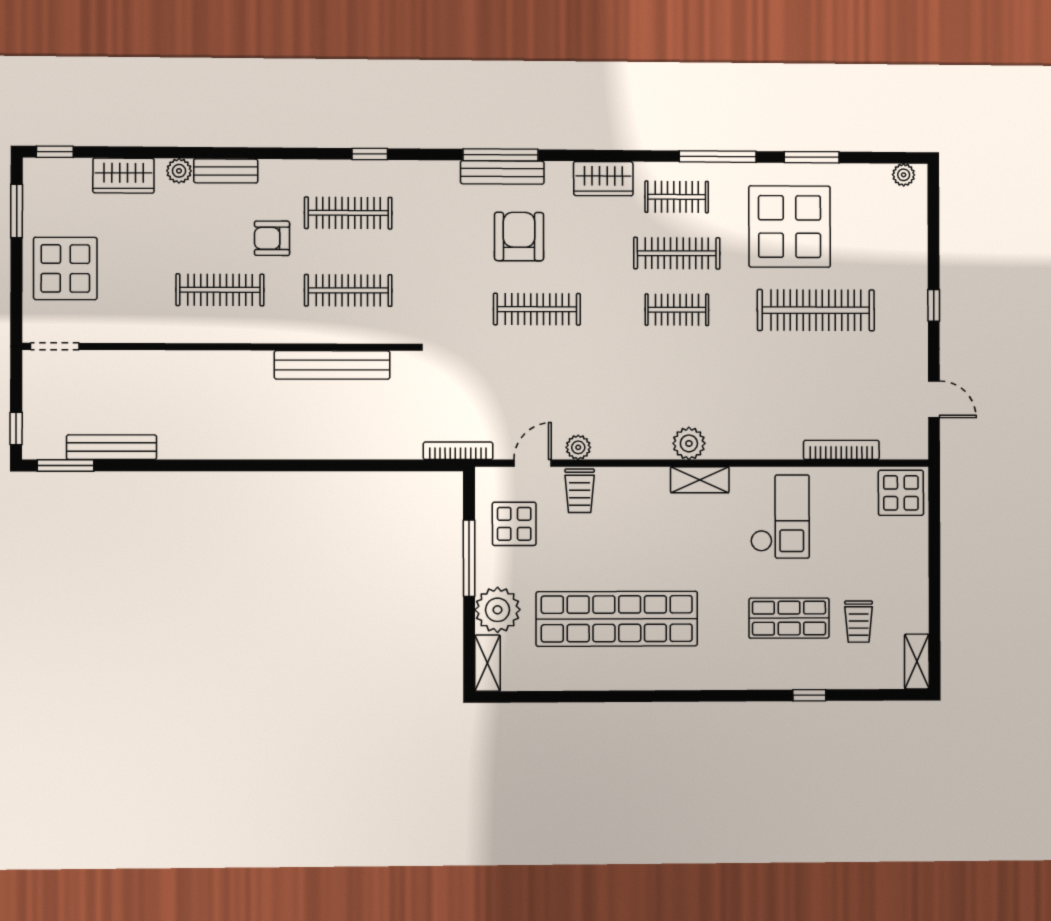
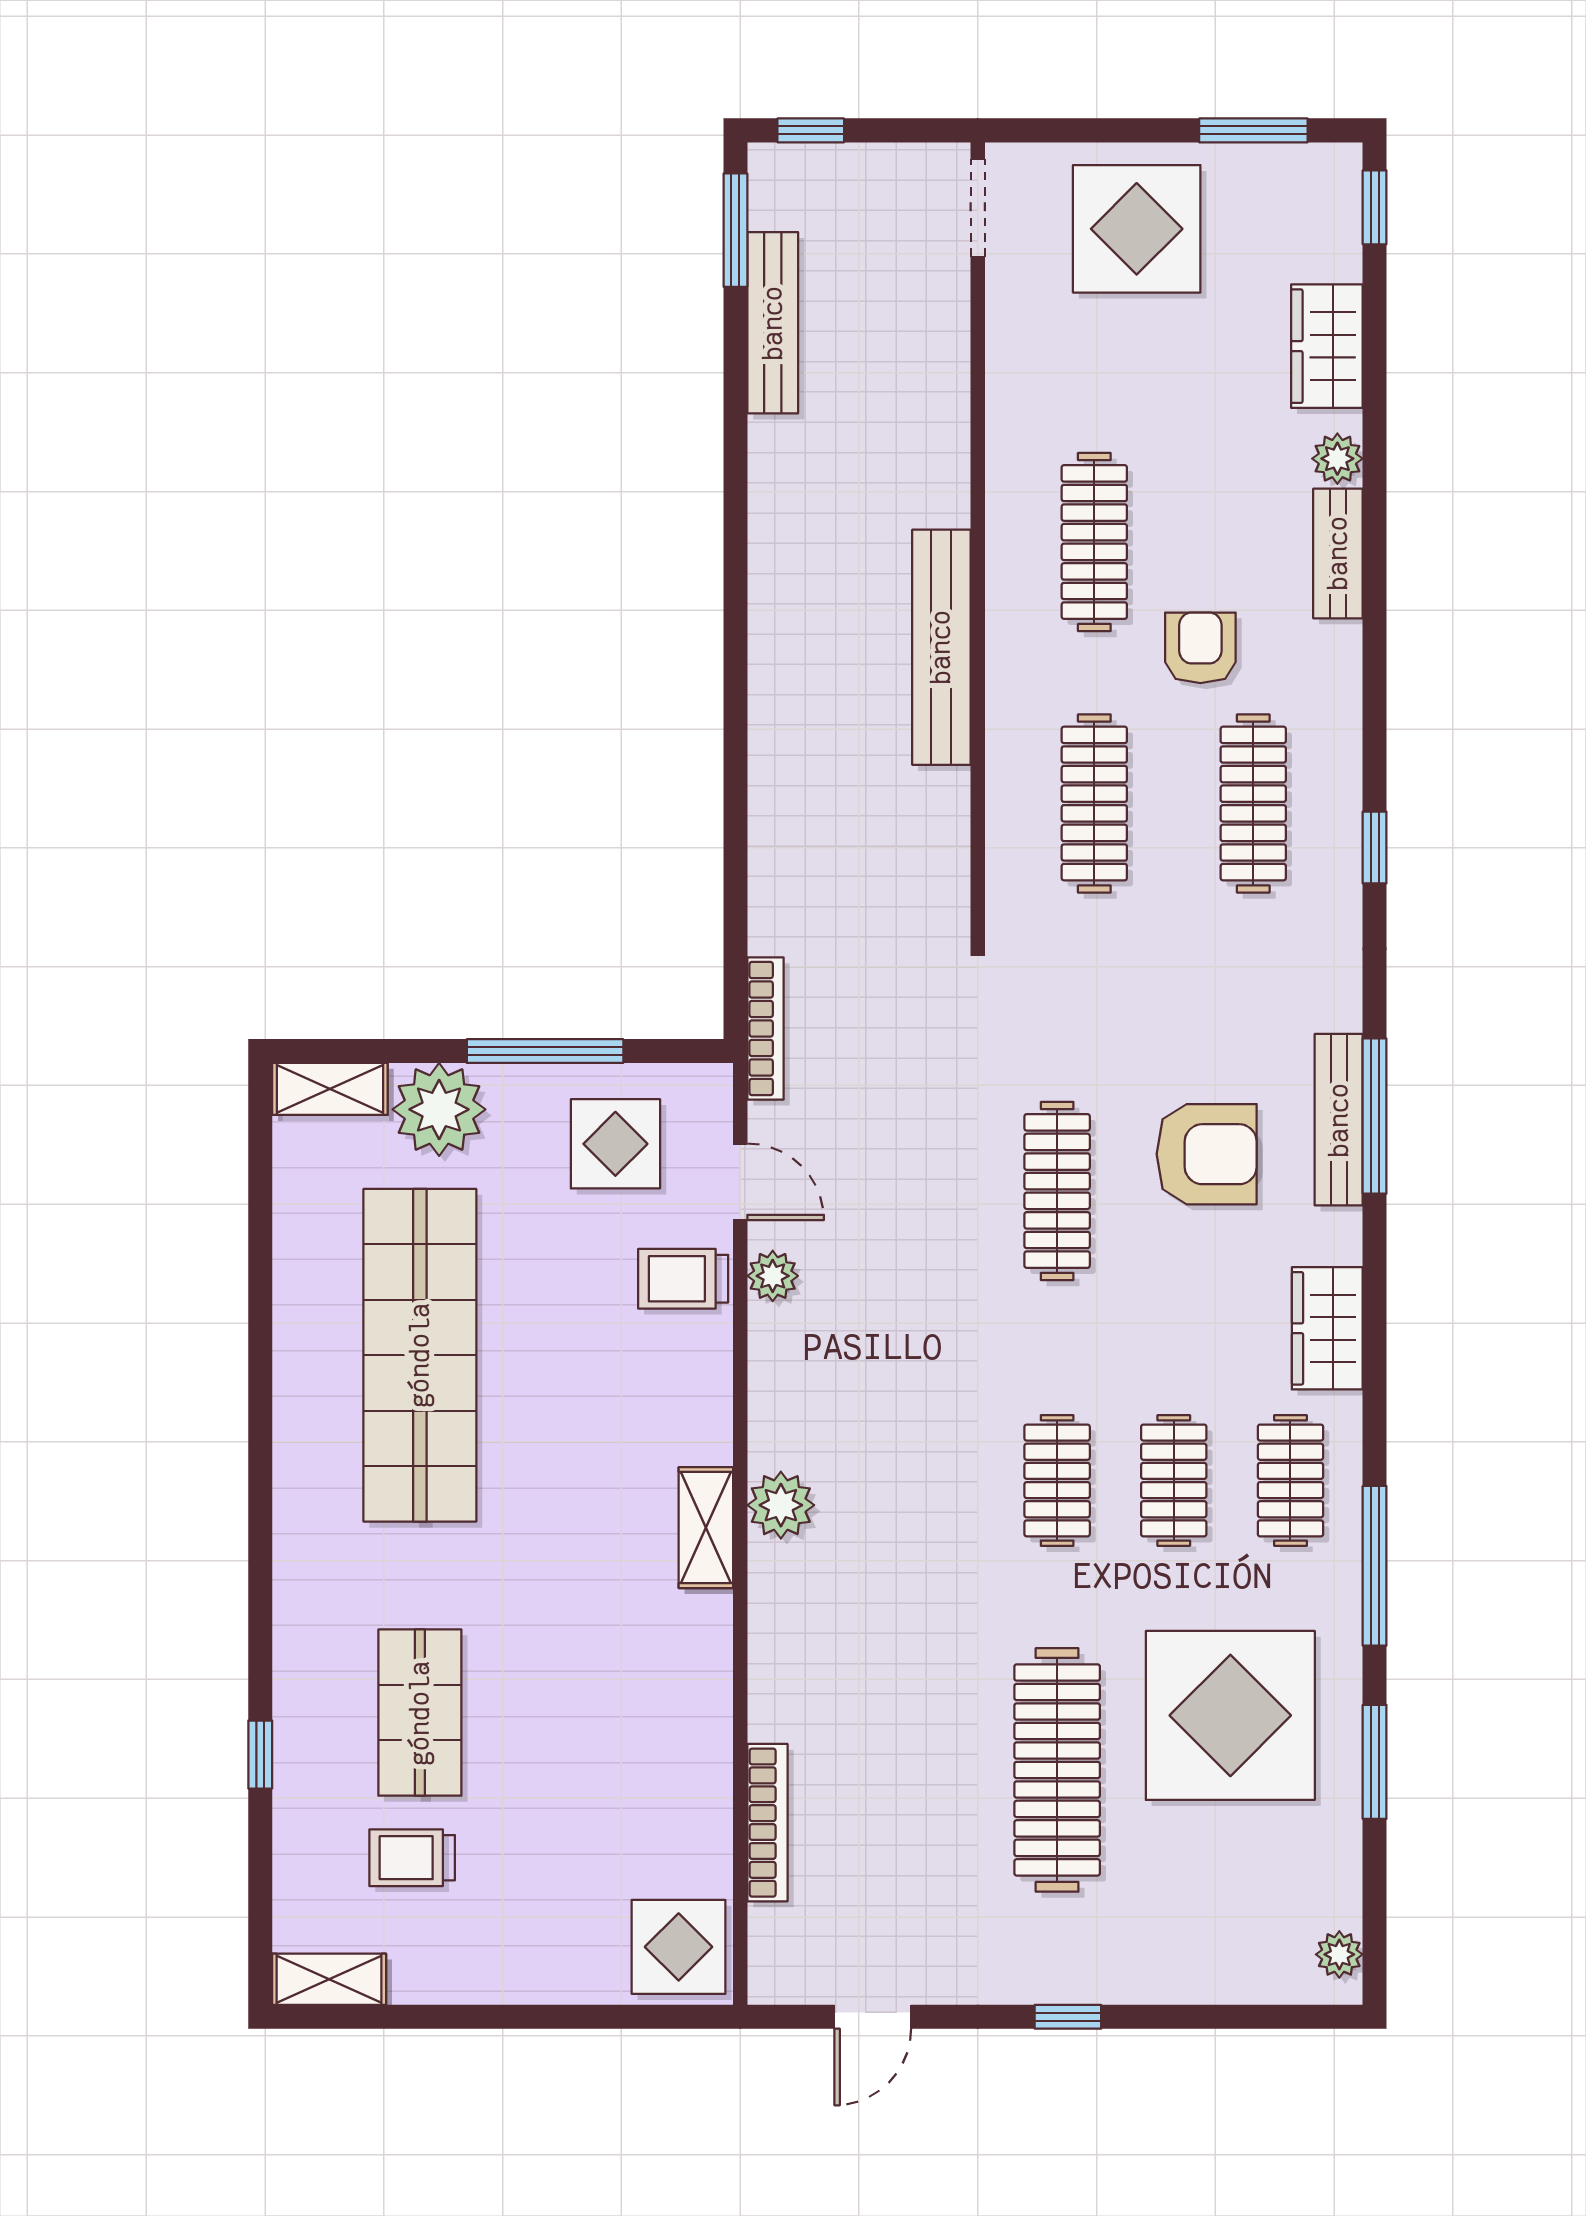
clothes rail: (677, 253) -> (1174, 1480), width x0.73
bench: (332, 365) -> (941, 647), moved
checkout: (780, 517) -> (630, 1694), removed

